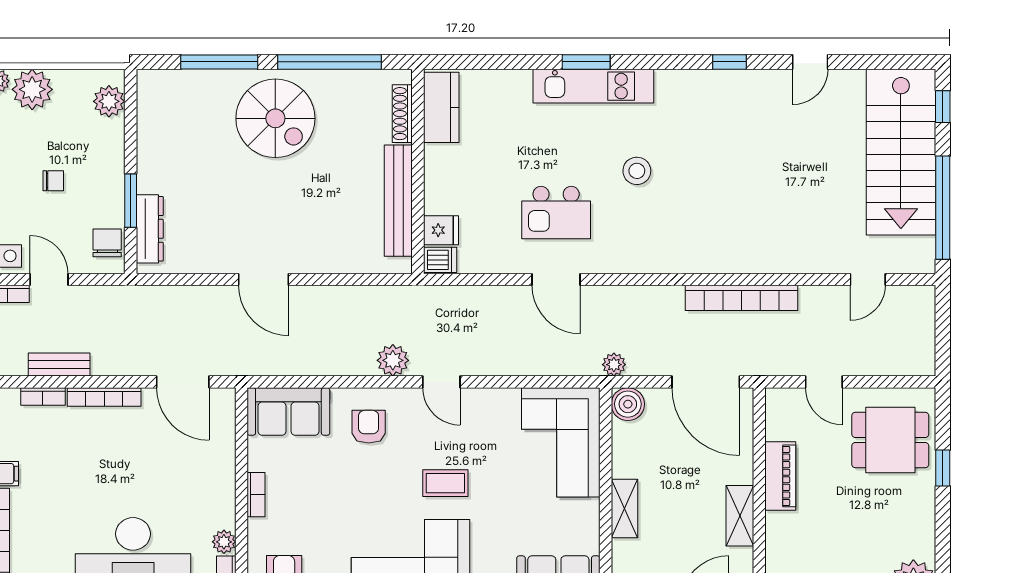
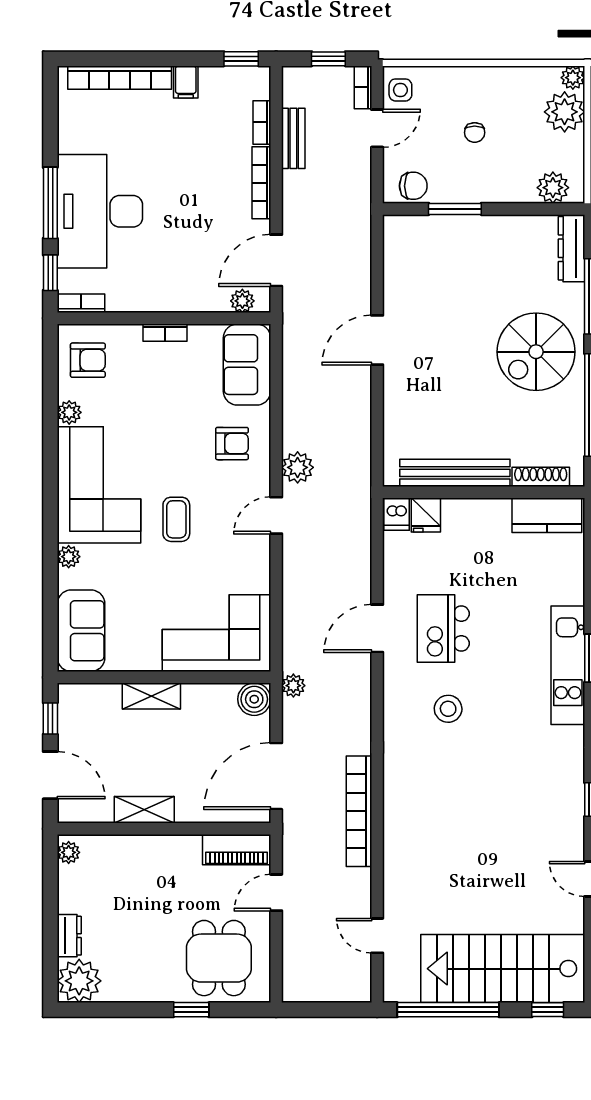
stool: (637, 171) -> (448, 709), moved
dresser: (150, 229) -> (571, 248), moved, turned 90
piano: (780, 476) -> (237, 850), moved
plant: (224, 542) -> (242, 301), moved

